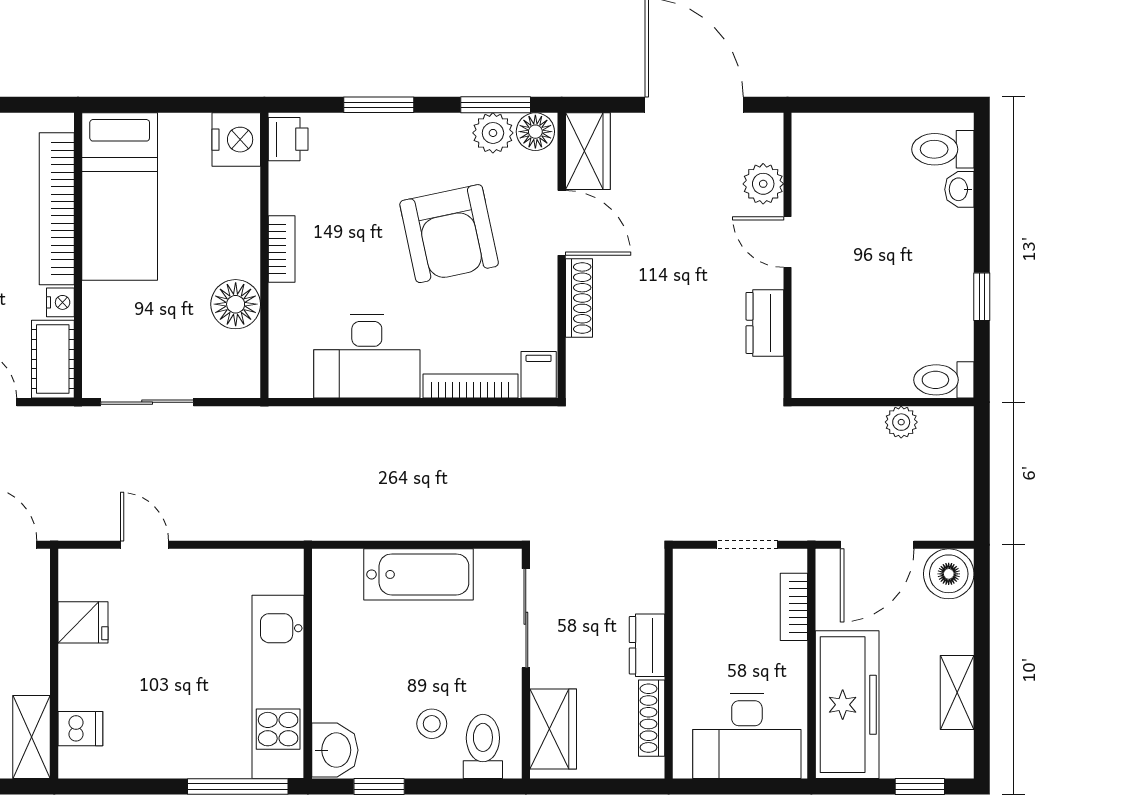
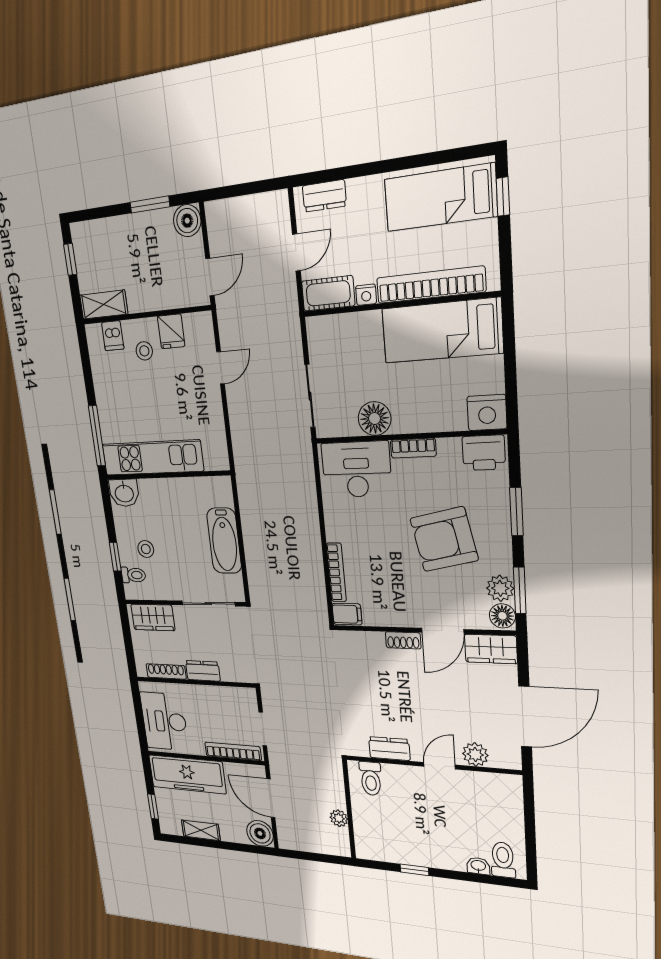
printer: (288, 139) -> (484, 453), width x1.36, depth x1.24
armchair: (449, 234) -> (444, 539), moved
shoe rack: (579, 298) -> (403, 640), width x0.70
desk: (367, 356) -> (357, 470), moved, turned 90
toilet: (944, 380) -> (371, 779), moved, turned 180
sliding door: (147, 402) -> (310, 396), moved
bookcase: (794, 607) -> (233, 751), width x1.56
stool: (109, 675) -> (144, 351), added
toilet: (483, 746) -> (133, 575), width x0.73, depth x0.72
window: (379, 787) -> (115, 557), moved

